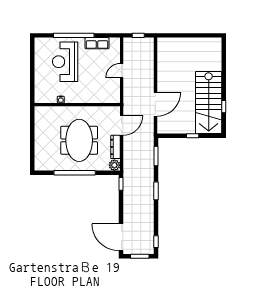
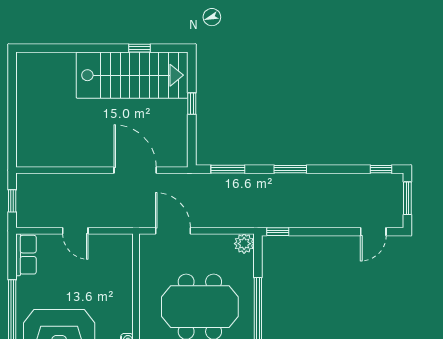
row of seats: (97, 43) -> (26, 255), moved
dresser: (115, 147) -> (212, 242), removed
door: (121, 237) -> (373, 232), width x0.53

